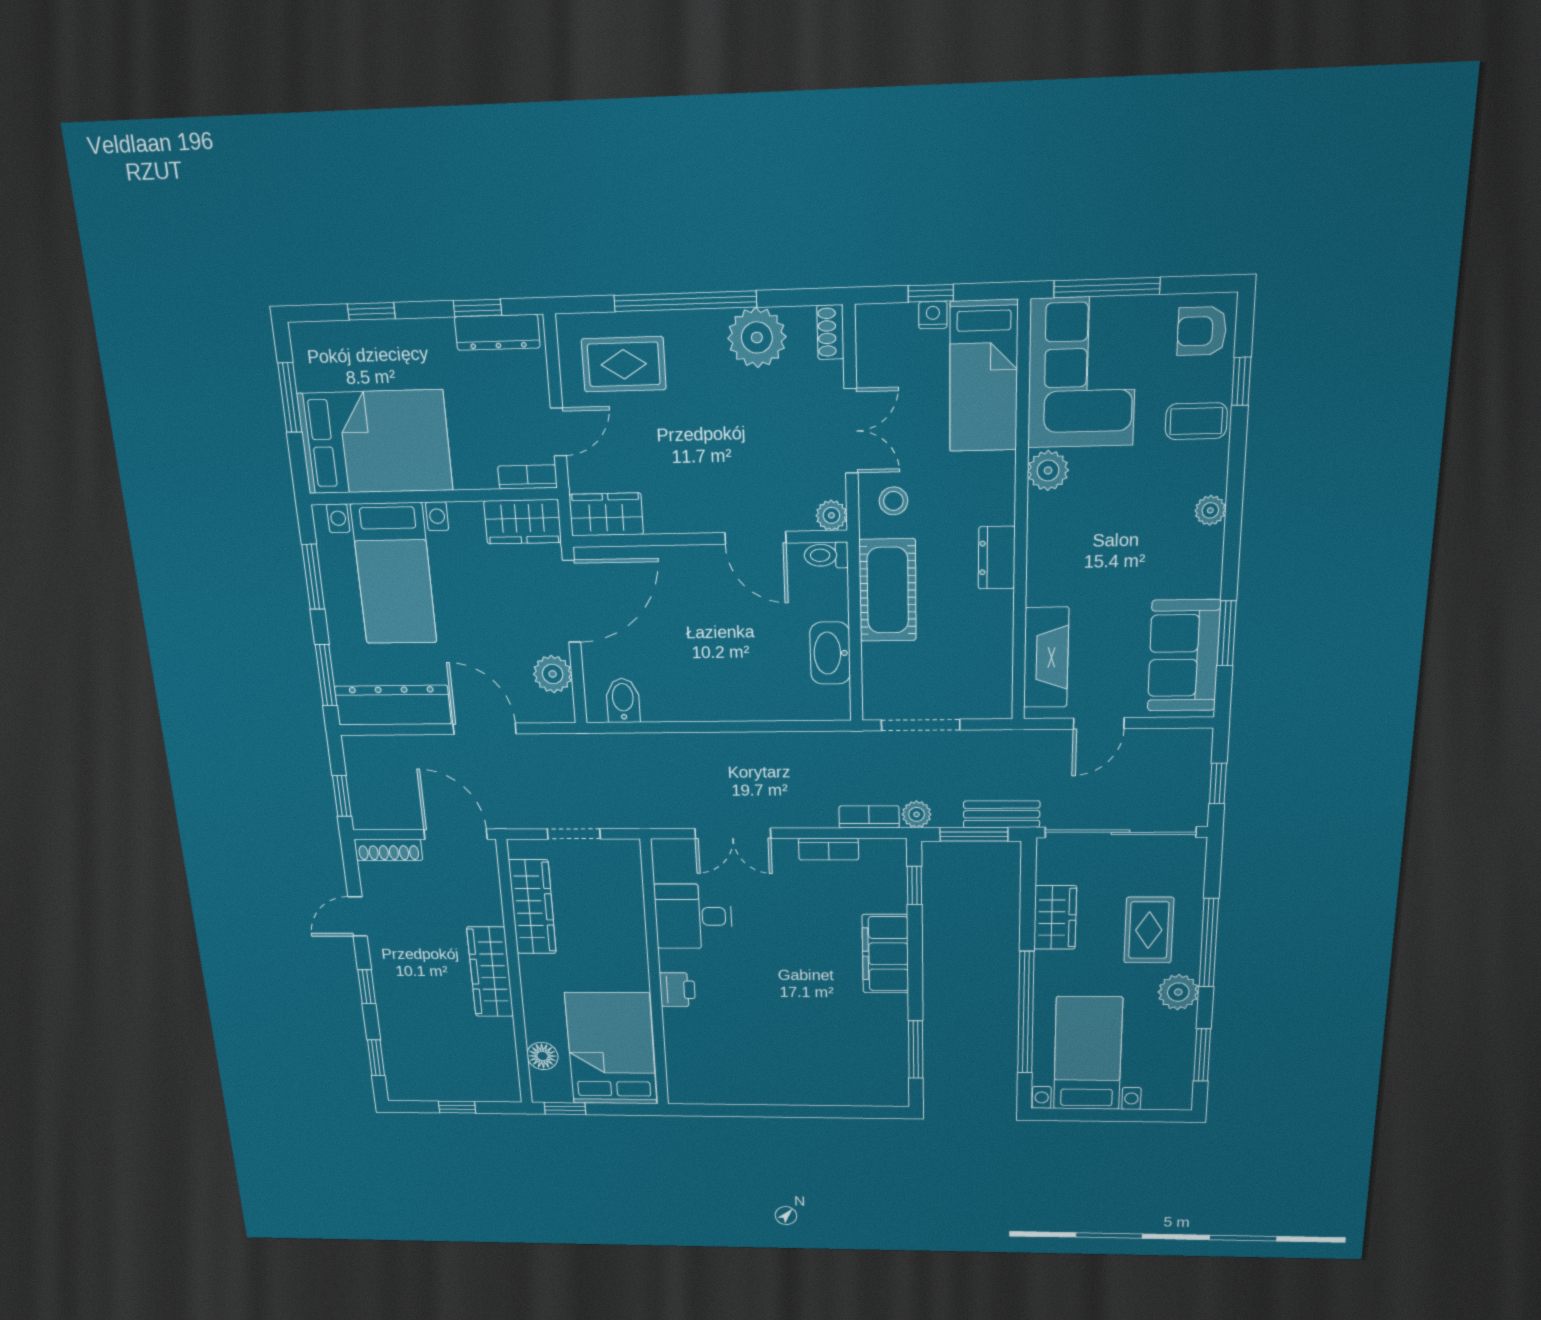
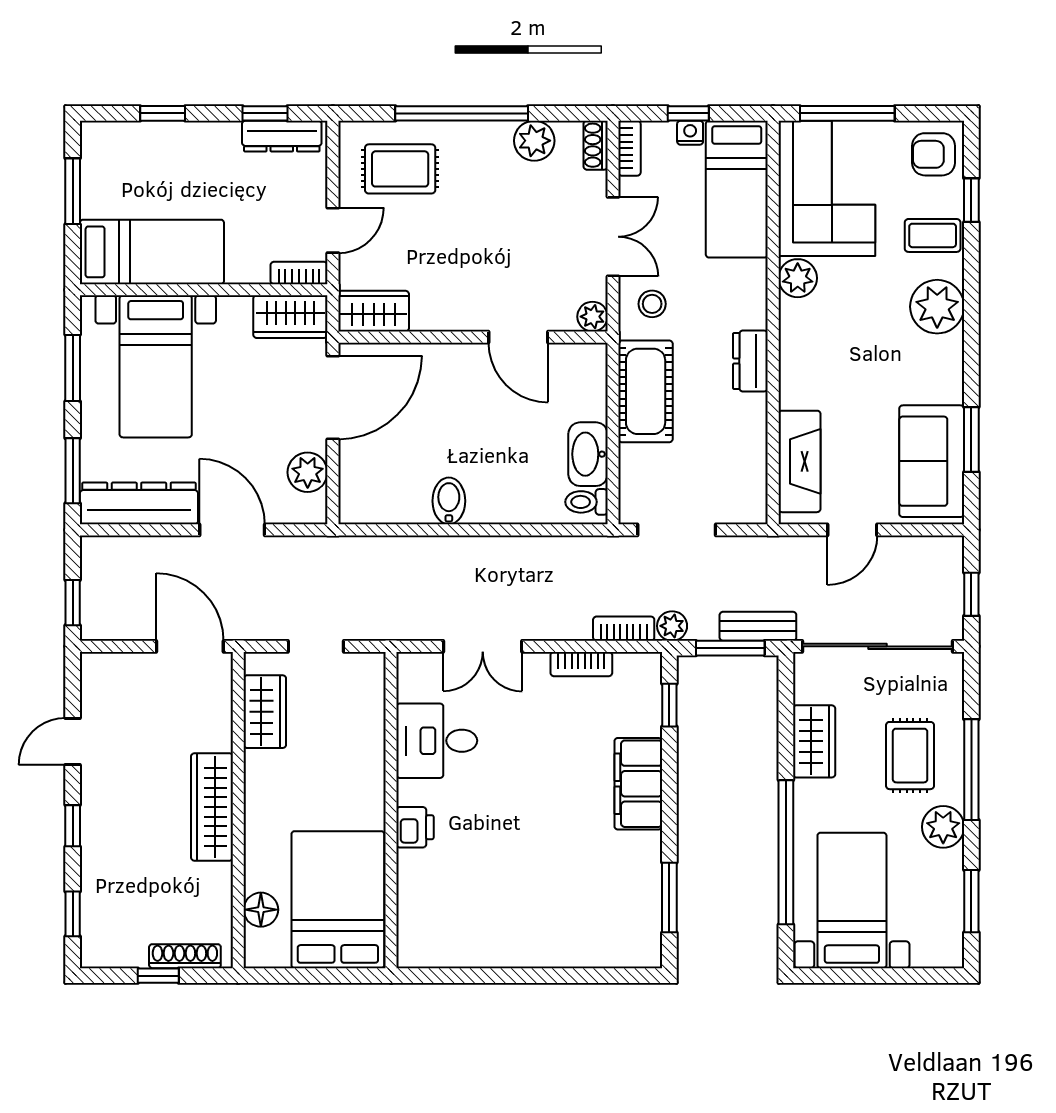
bookcase: (867, 334) -> (629, 148), added
plant: (757, 337) -> (534, 141), width x0.73, depth x0.73
bed: (375, 442) -> (152, 252), width x0.67
plant: (1210, 510) -> (937, 307), width x1.87, depth x1.87
toilet: (826, 555) -> (586, 502), moved
bidet: (623, 700) -> (449, 501), moved
shoe rack: (388, 850) -> (185, 956), moved, turned 180
wardrobe: (532, 907) -> (265, 712), width x0.67
window: (565, 1108) -> (281, 976), removed

